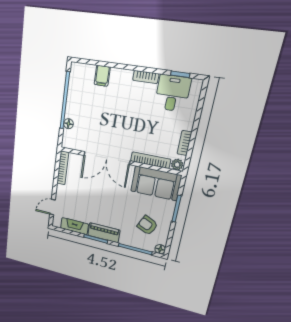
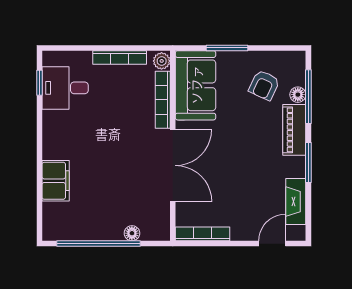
filing cabinet: (102, 76) -> (56, 181), width x2.00
bookcase: (146, 77) -> (49, 128), removed
bookcase: (184, 143) -> (120, 57), width x1.56
door: (53, 207) -> (272, 244), swing flipped
piano: (104, 233) -> (294, 130), moved
floor lamp: (160, 249) -> (298, 95), moved

